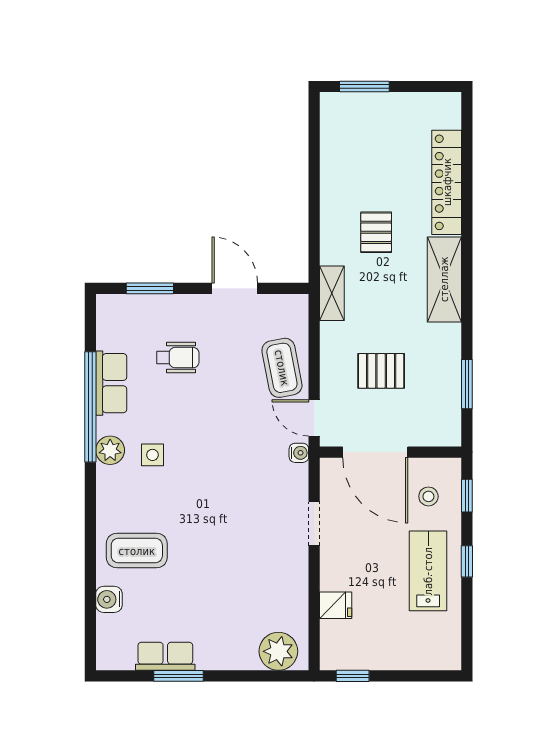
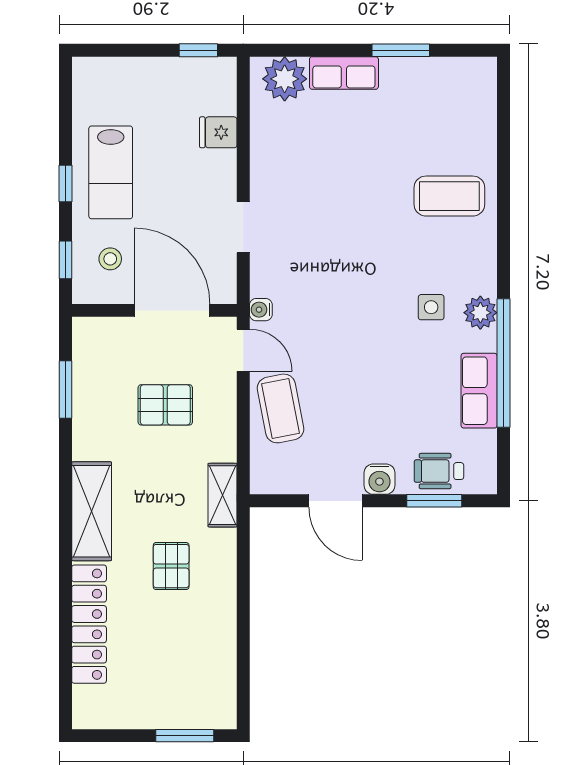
wheelchair: (178, 358) -> (439, 471), moved
water cooler: (109, 599) -> (379, 479), moved, turned 90
row of seats: (165, 656) -> (344, 73), moved

